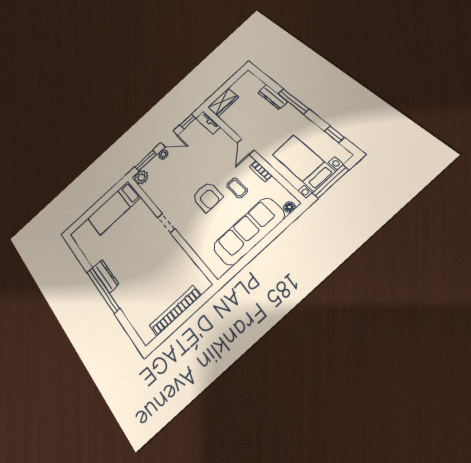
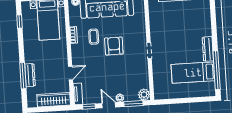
window: (293, 101) -> (23, 76), moved
wardrobe: (223, 102) -> (54, 100), width x1.50
door: (246, 147) -> (70, 73), moved
bed: (114, 208) -> (193, 73), moved, turned 180
window: (103, 290) -> (217, 70), moved

